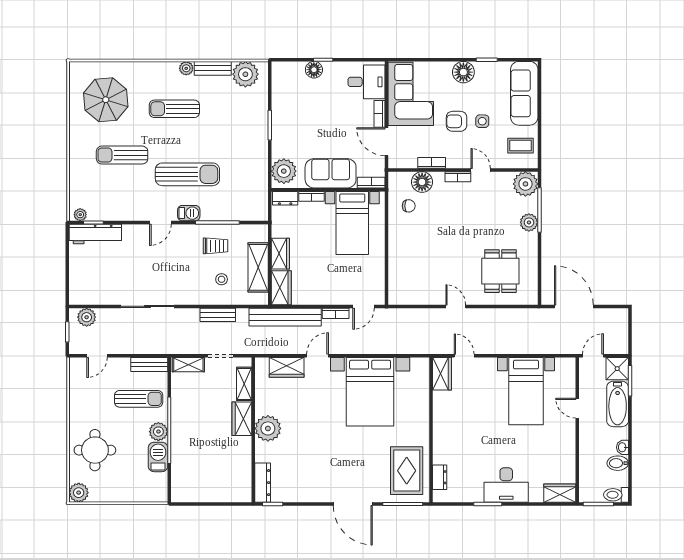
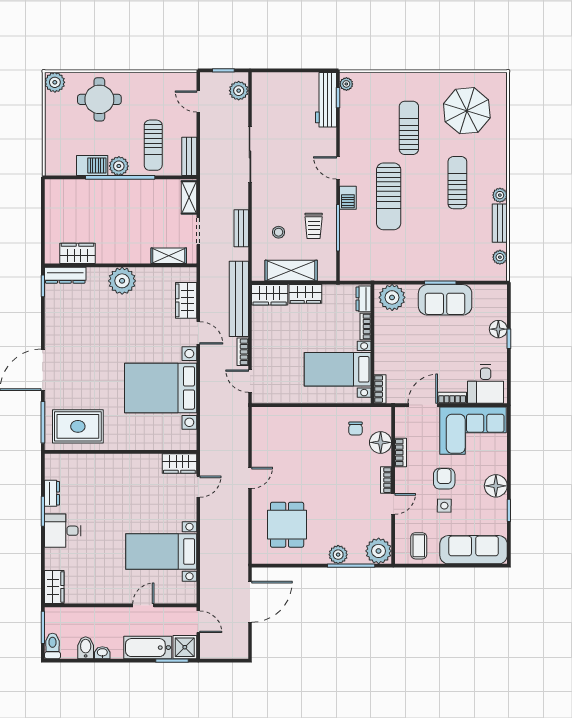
plant: (245, 74) -> (500, 257), width x0.53, depth x0.53
sofa: (331, 173) -> (445, 300), moved, turned 90
dining table: (500, 271) -> (287, 525), turned 90
wardrobe: (242, 419) -> (77, 253), moved
dresser: (440, 477) -> (52, 493), moved, turned -90
desk: (506, 485) -> (63, 531), width x0.73

